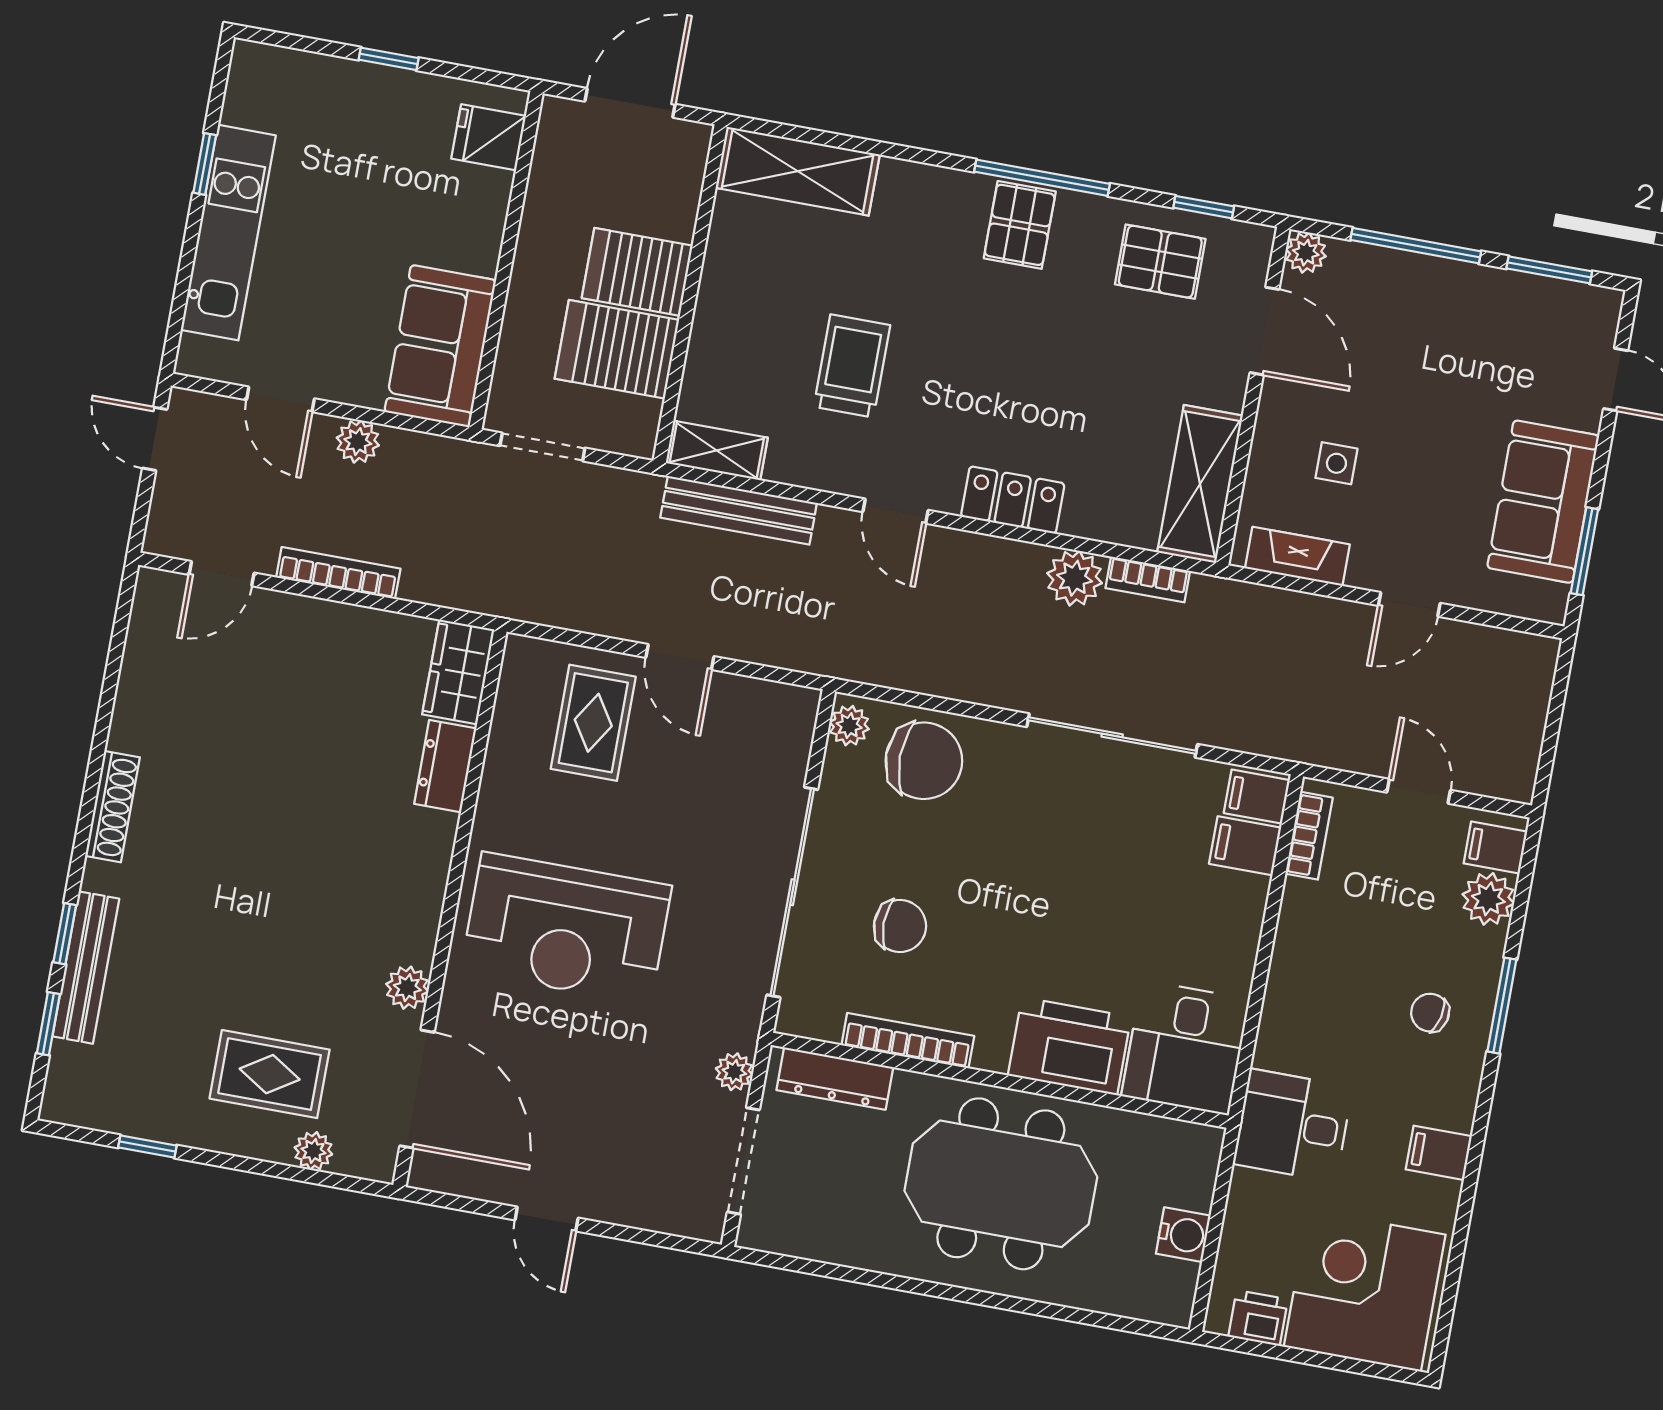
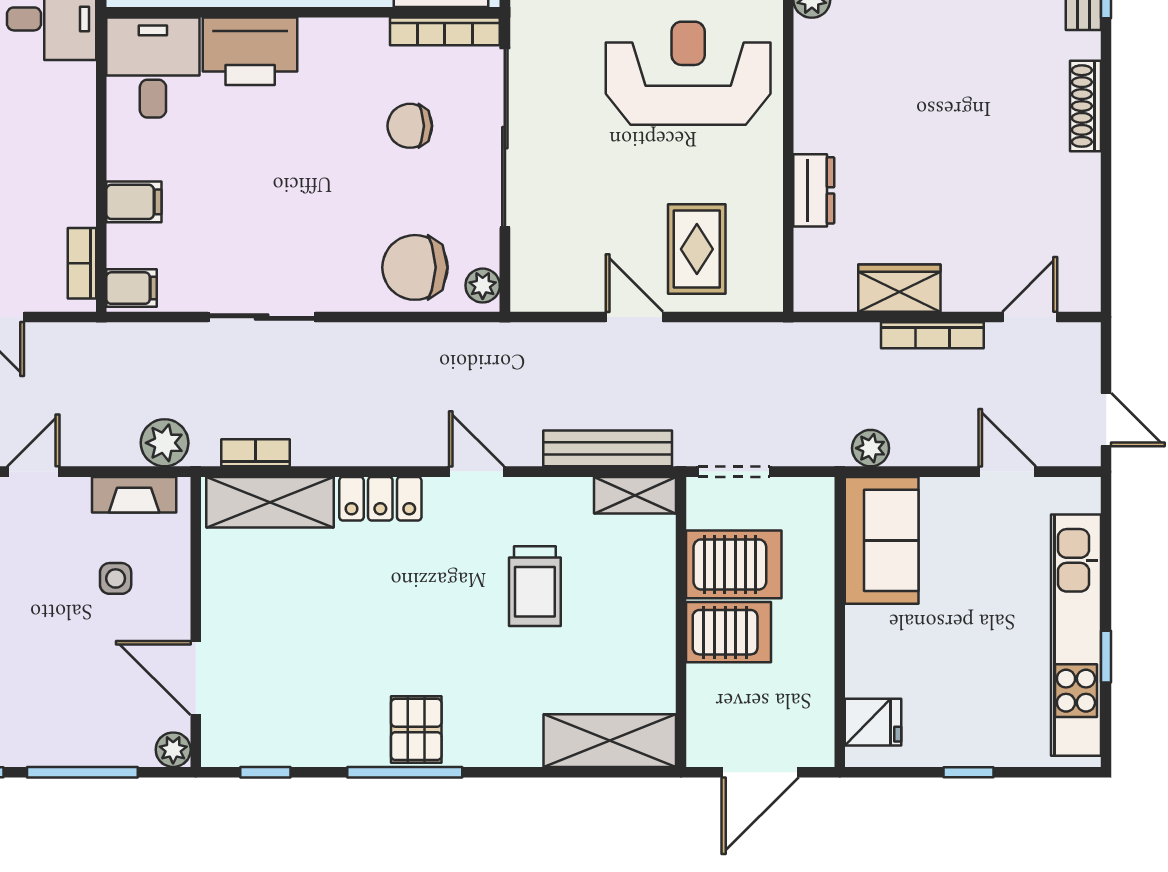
kitchen unit: (228, 233) -> (1076, 635), width x1.36
pallet: (1160, 262) -> (293, 720), removed
plant: (358, 442) -> (871, 448), moved
doorway: (542, 447) -> (734, 472), moved
shelving: (1200, 484) -> (270, 502), moved, turned 90
plant: (1075, 578) -> (165, 443), moved
wardrobe: (458, 672) -> (899, 288), moved, turned -90
sliding door: (1112, 736) -> (262, 317), width x0.73
filing cabinet: (1245, 846) -> (134, 202), moved
bookcase: (908, 1041) -> (445, 31), moved

